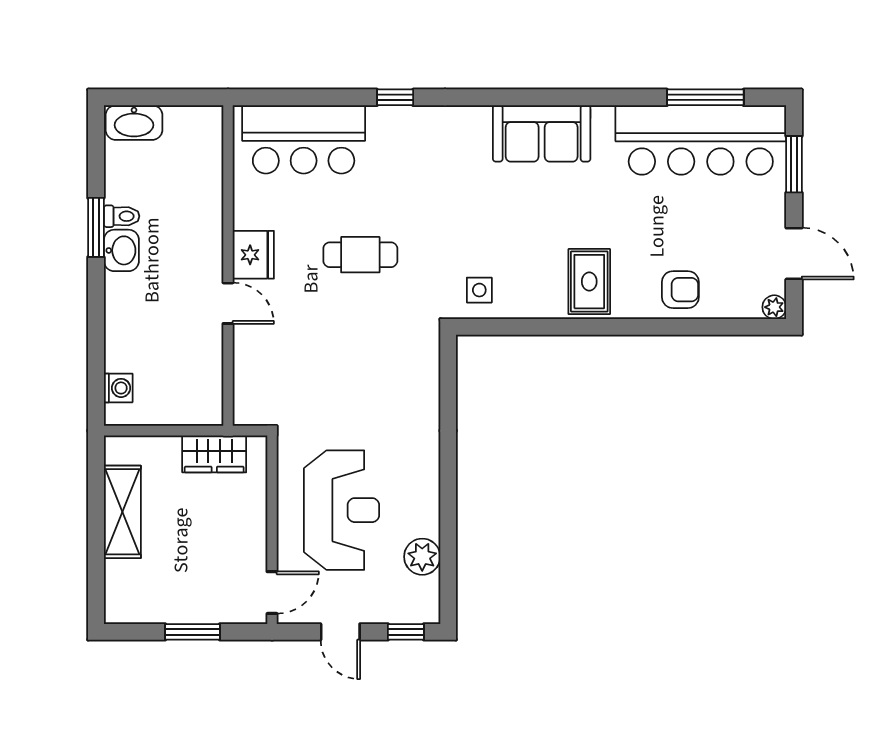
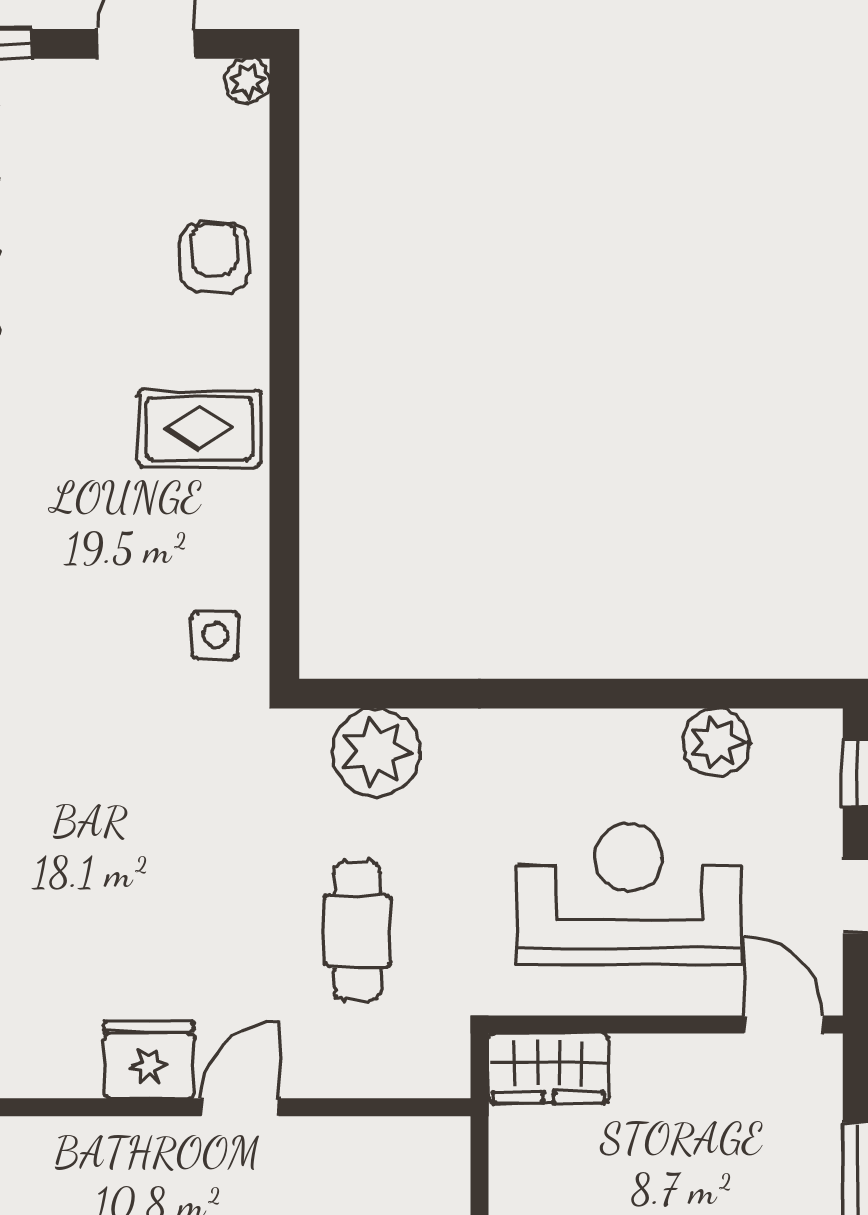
cafe table: (360, 255) -> (358, 931), moved
plant: (417, 376) -> (376, 752), added
wardrobe: (214, 454) -> (548, 1068), moved, turned 90

